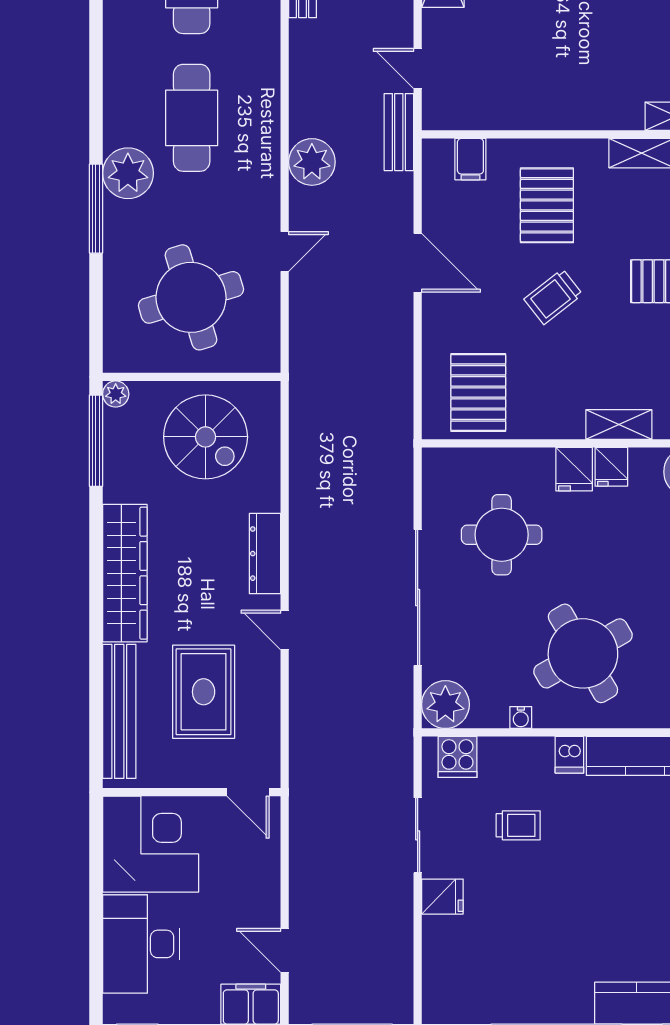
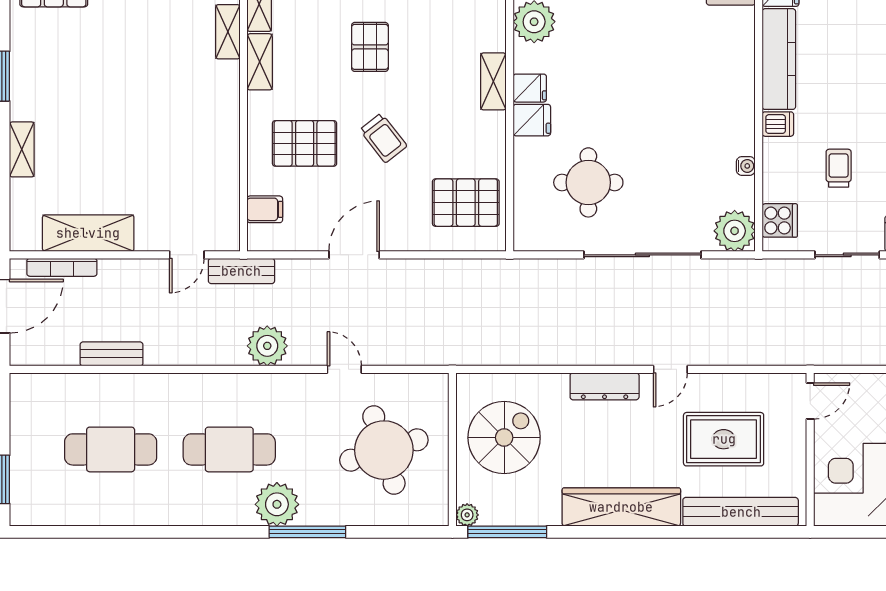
round table: (583, 653) -> (691, 112), removed

